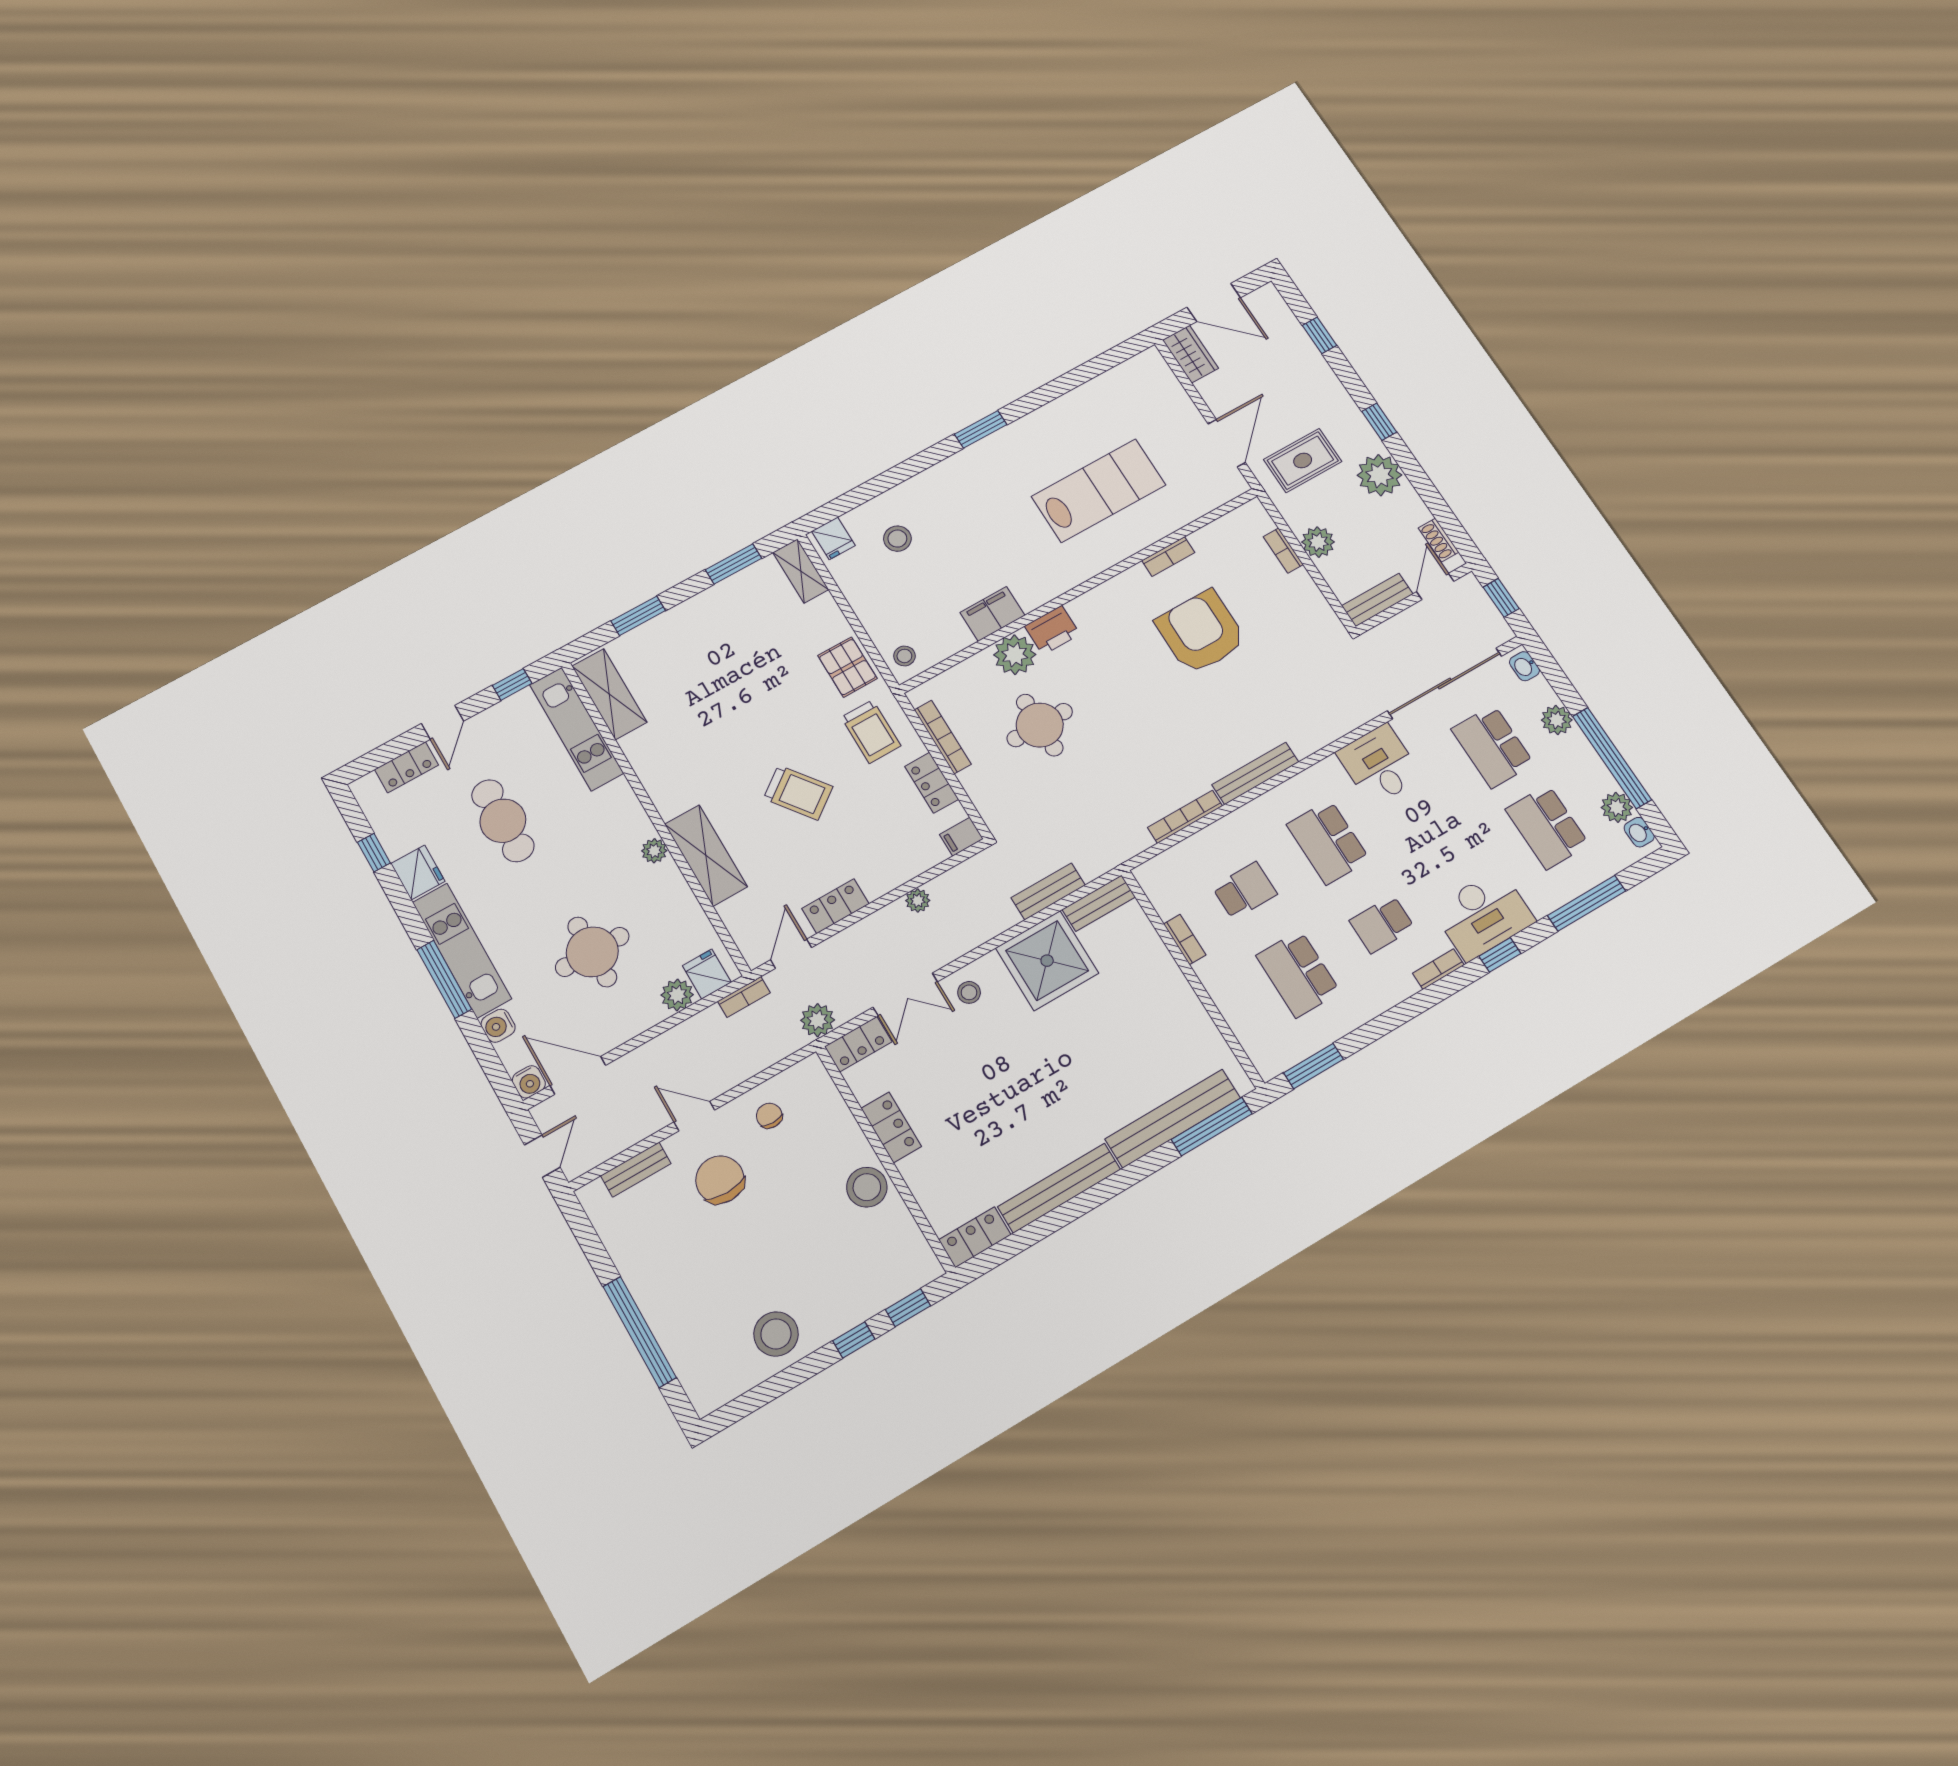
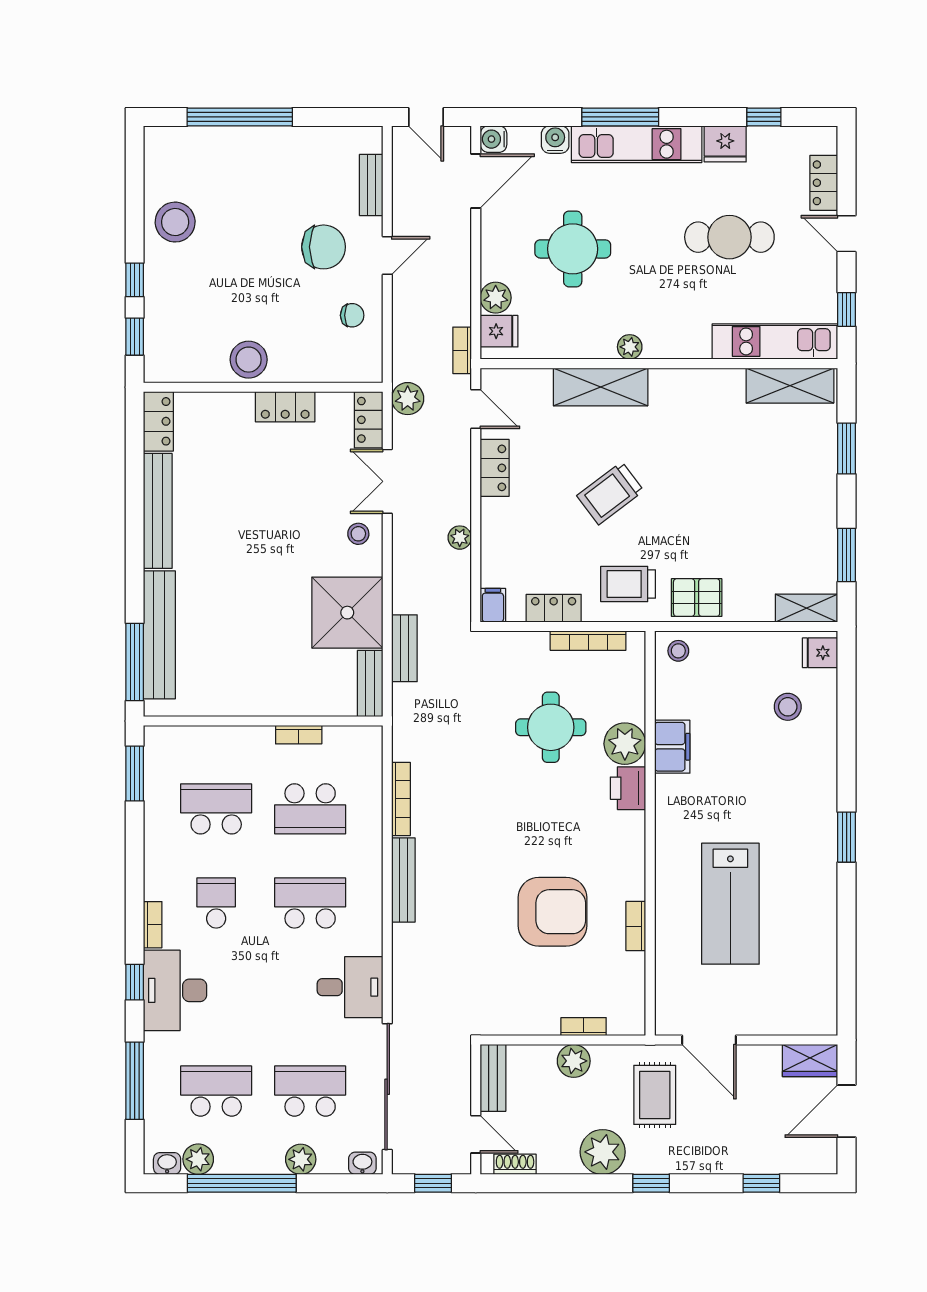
school desk: (1245, 891) -> (310, 809), width x1.85

